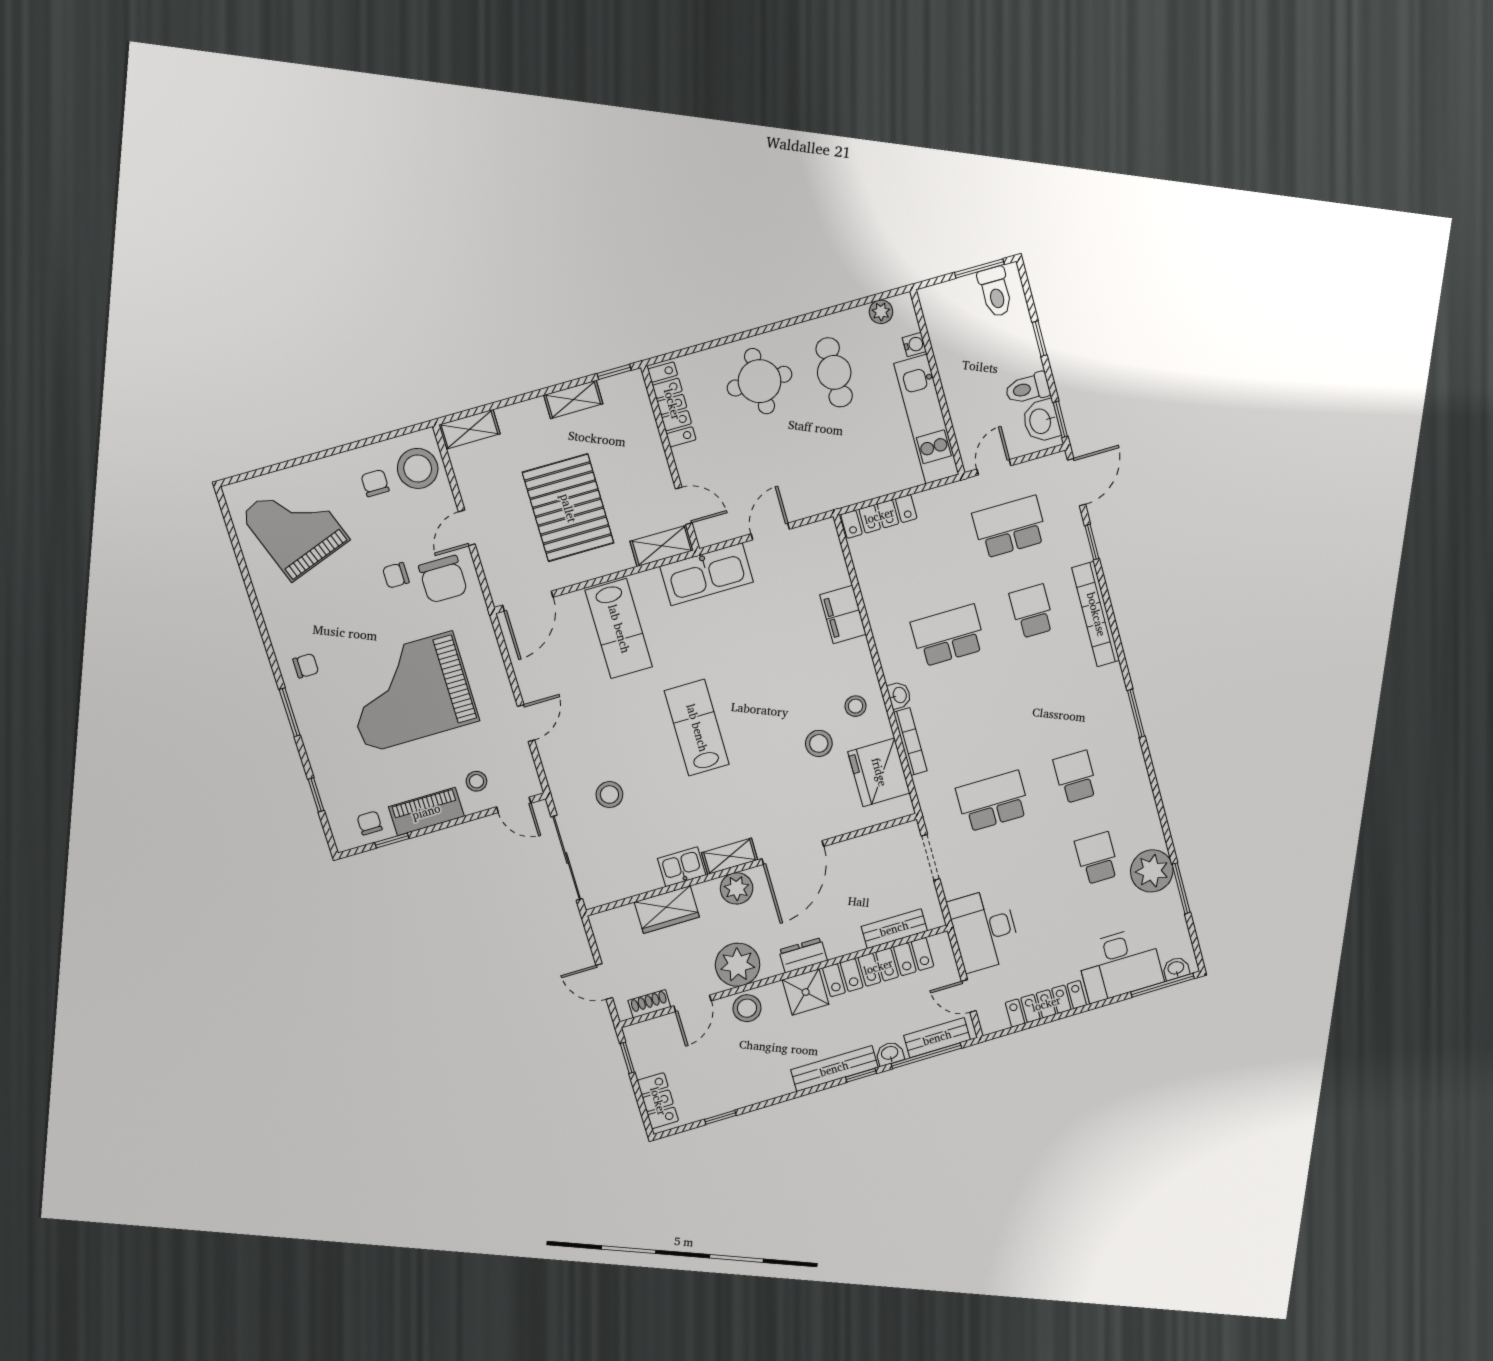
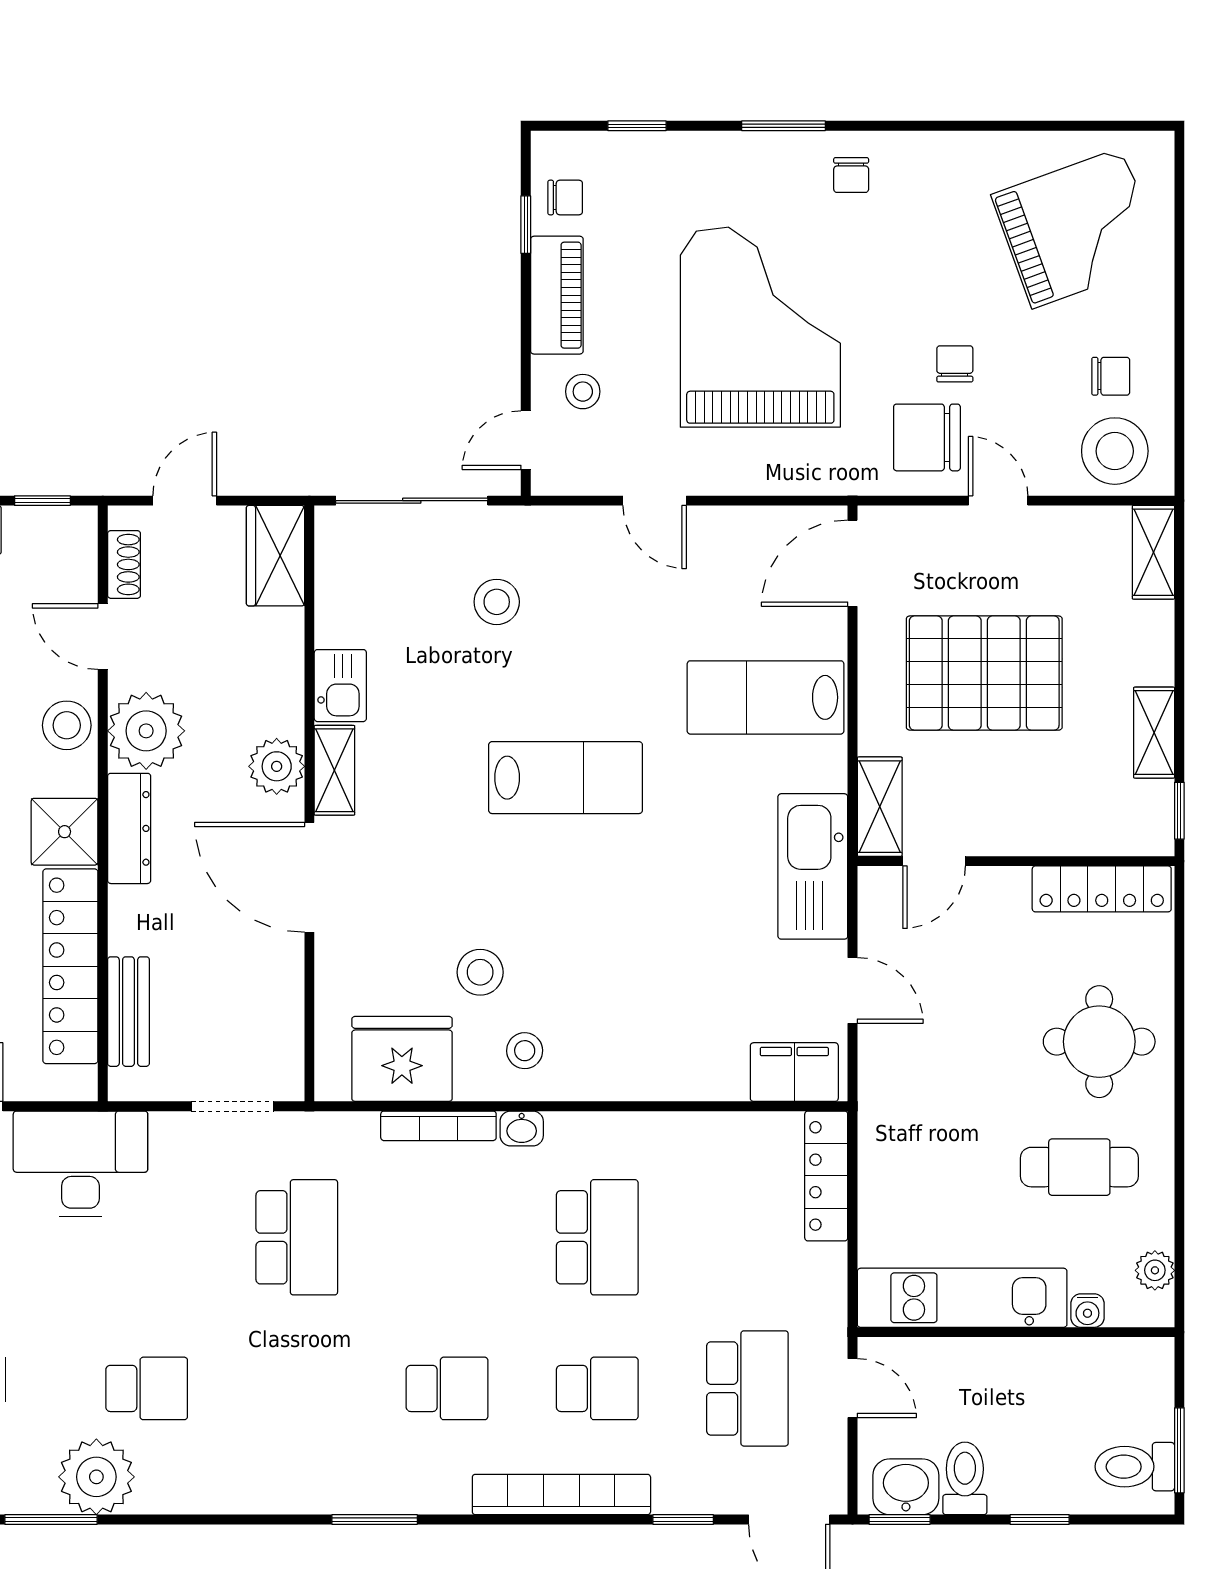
door: (528, 601) -> (853, 563), hinge flipped
filing cabinet: (843, 615) -> (794, 1072), moved
school desk: (1076, 777) -> (447, 1388), moved
wardrobe: (667, 910) -> (275, 556), moved
dresser: (803, 955) -> (129, 828), width x1.44

